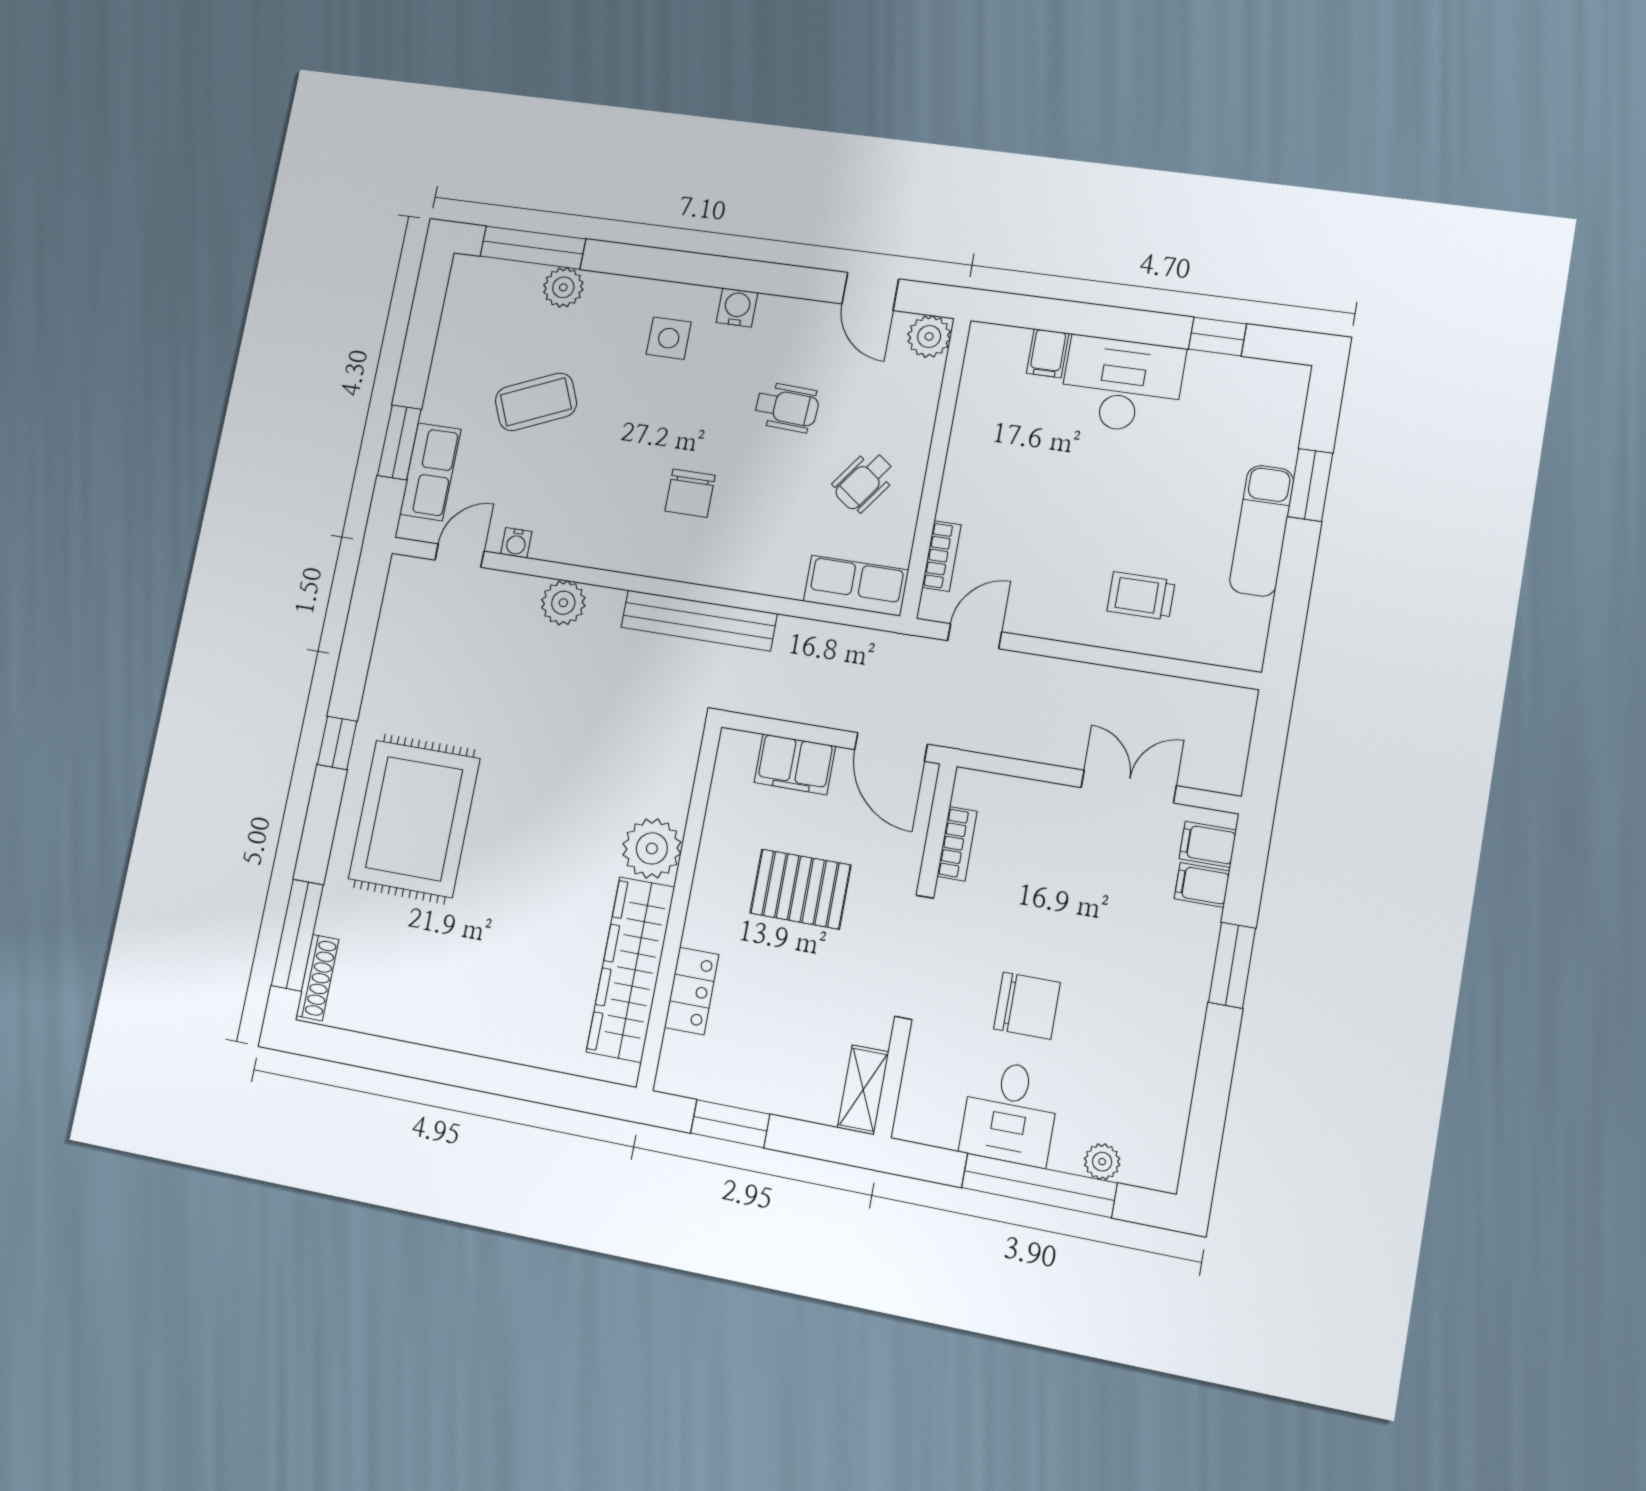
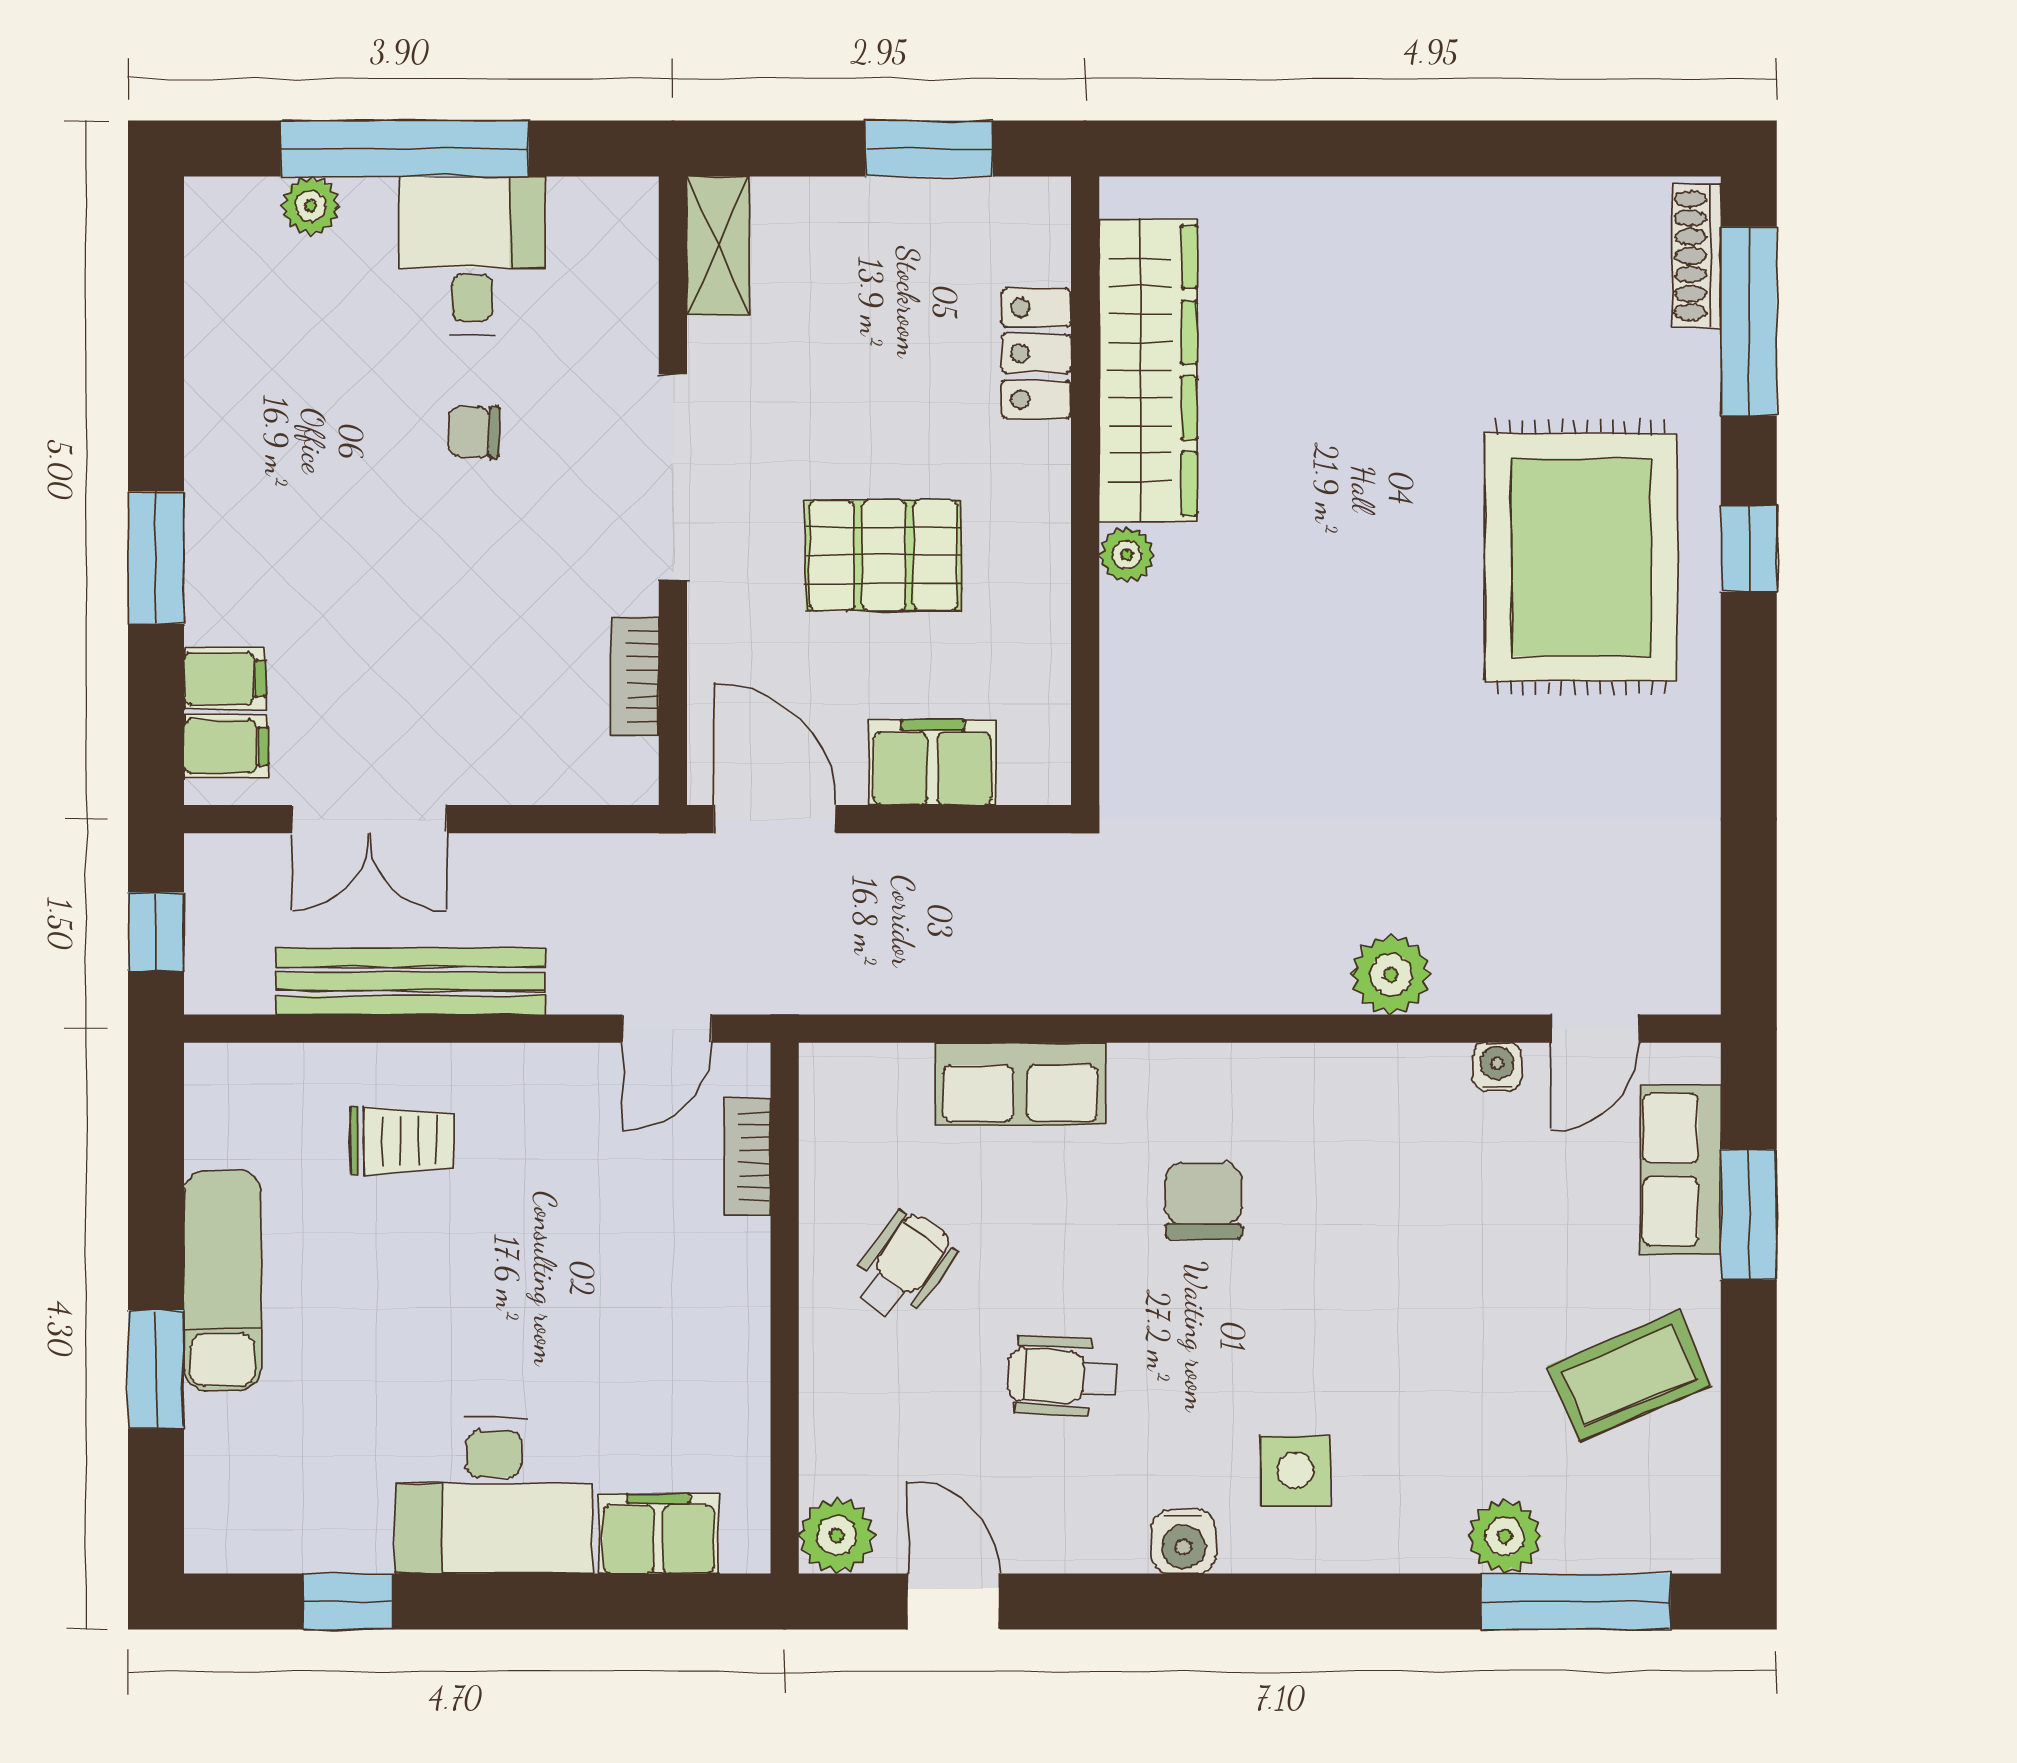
filing cabinet: (1048, 353) -> (658, 1534), width x2.00
coffee table: (536, 402) -> (1629, 1376), moved
row of seats: (856, 586) -> (1020, 1084), moved
bench: (699, 620) -> (410, 981), moved
window: (1268, 741) -> (156, 932), added
window: (337, 743) -> (1749, 549), moved
plant: (652, 848) -> (1127, 555), width x0.53, depth x0.53
chair: (1027, 1006) -> (474, 432), width x0.54, depth x0.54

